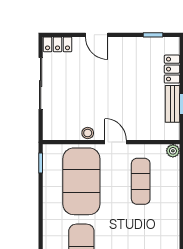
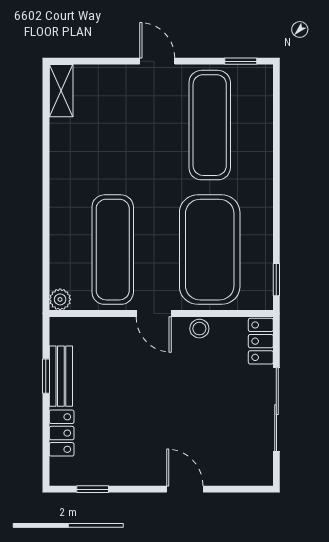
locker: (58, 44) -> (261, 341), moved, turned -90
exercise mat: (141, 181) -> (113, 250), width x1.36, depth x1.45

